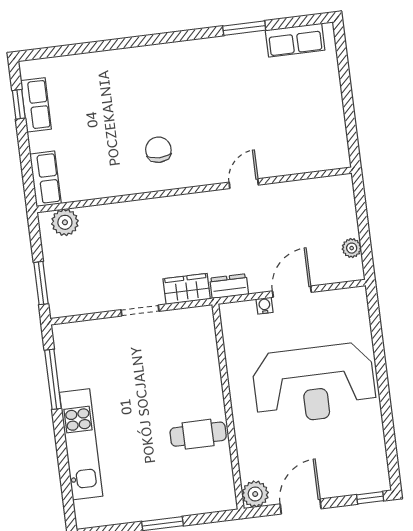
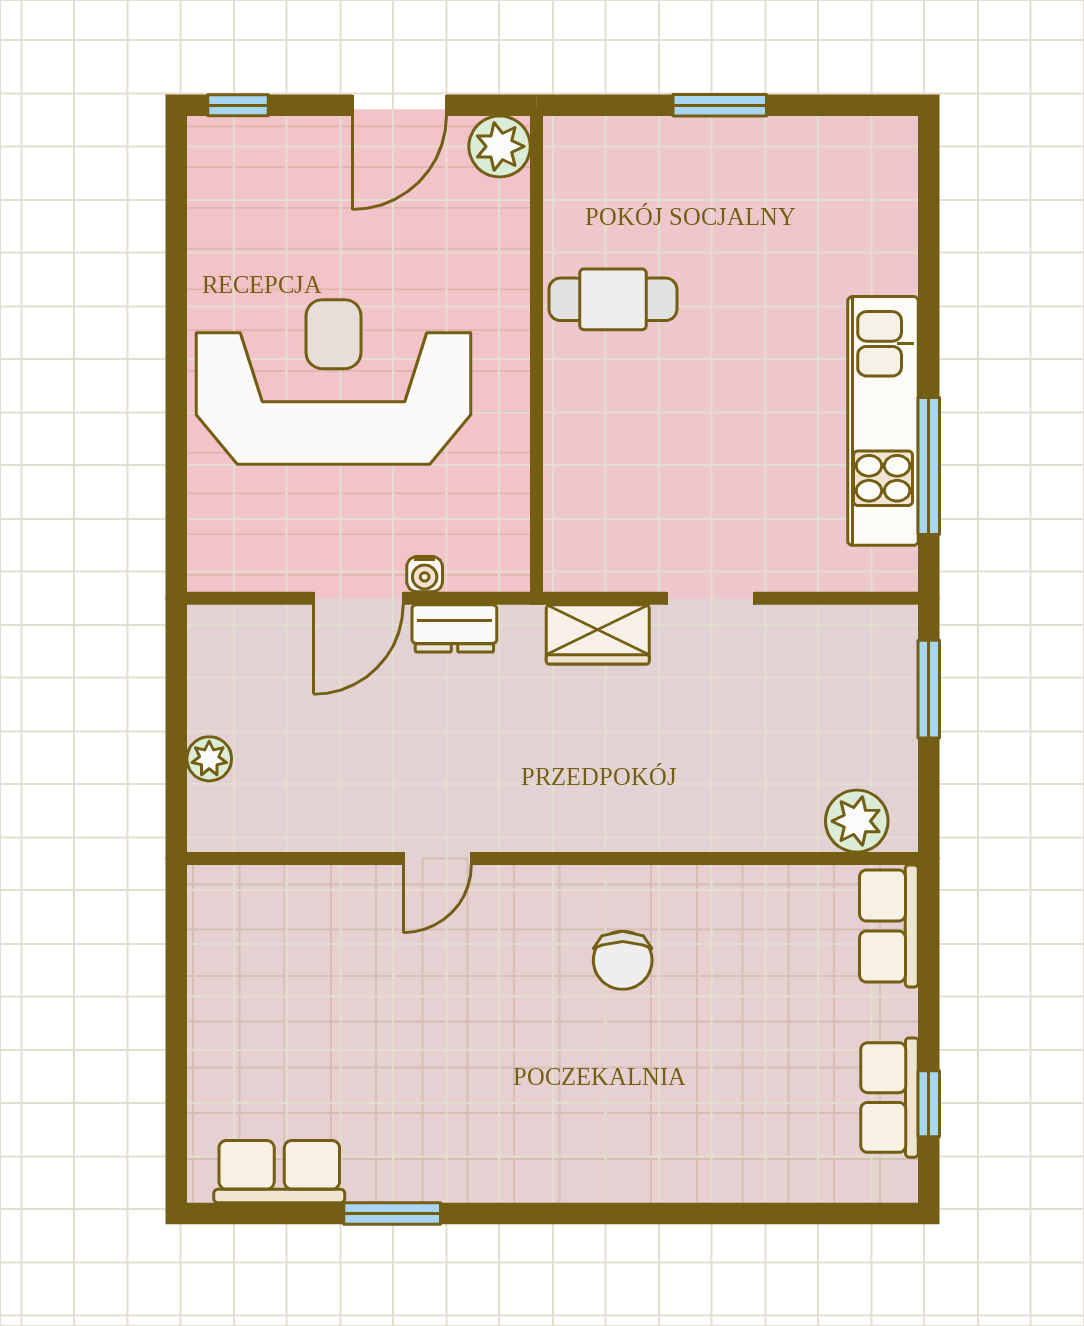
plant: (352, 248) -> (209, 759), moved
dresser: (229, 286) -> (454, 628), moved
kitchen unit: (81, 444) -> (883, 421), moved

